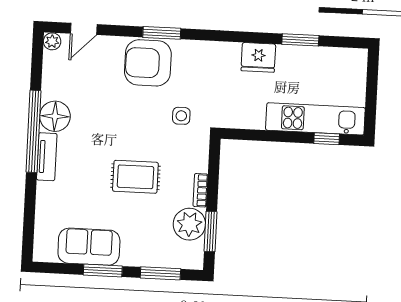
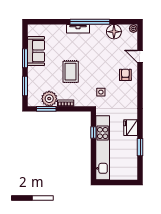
door: (84, 29) -> (140, 56), moved
window: (162, 33) -> (140, 81), removed
armchair: (148, 63) -> (125, 75), width x0.53, depth x0.53
floor lamp: (55, 116) -> (114, 32), moved
kitchen unit: (315, 119) -> (103, 148), width x1.36
window: (327, 139) -> (93, 132), moved

